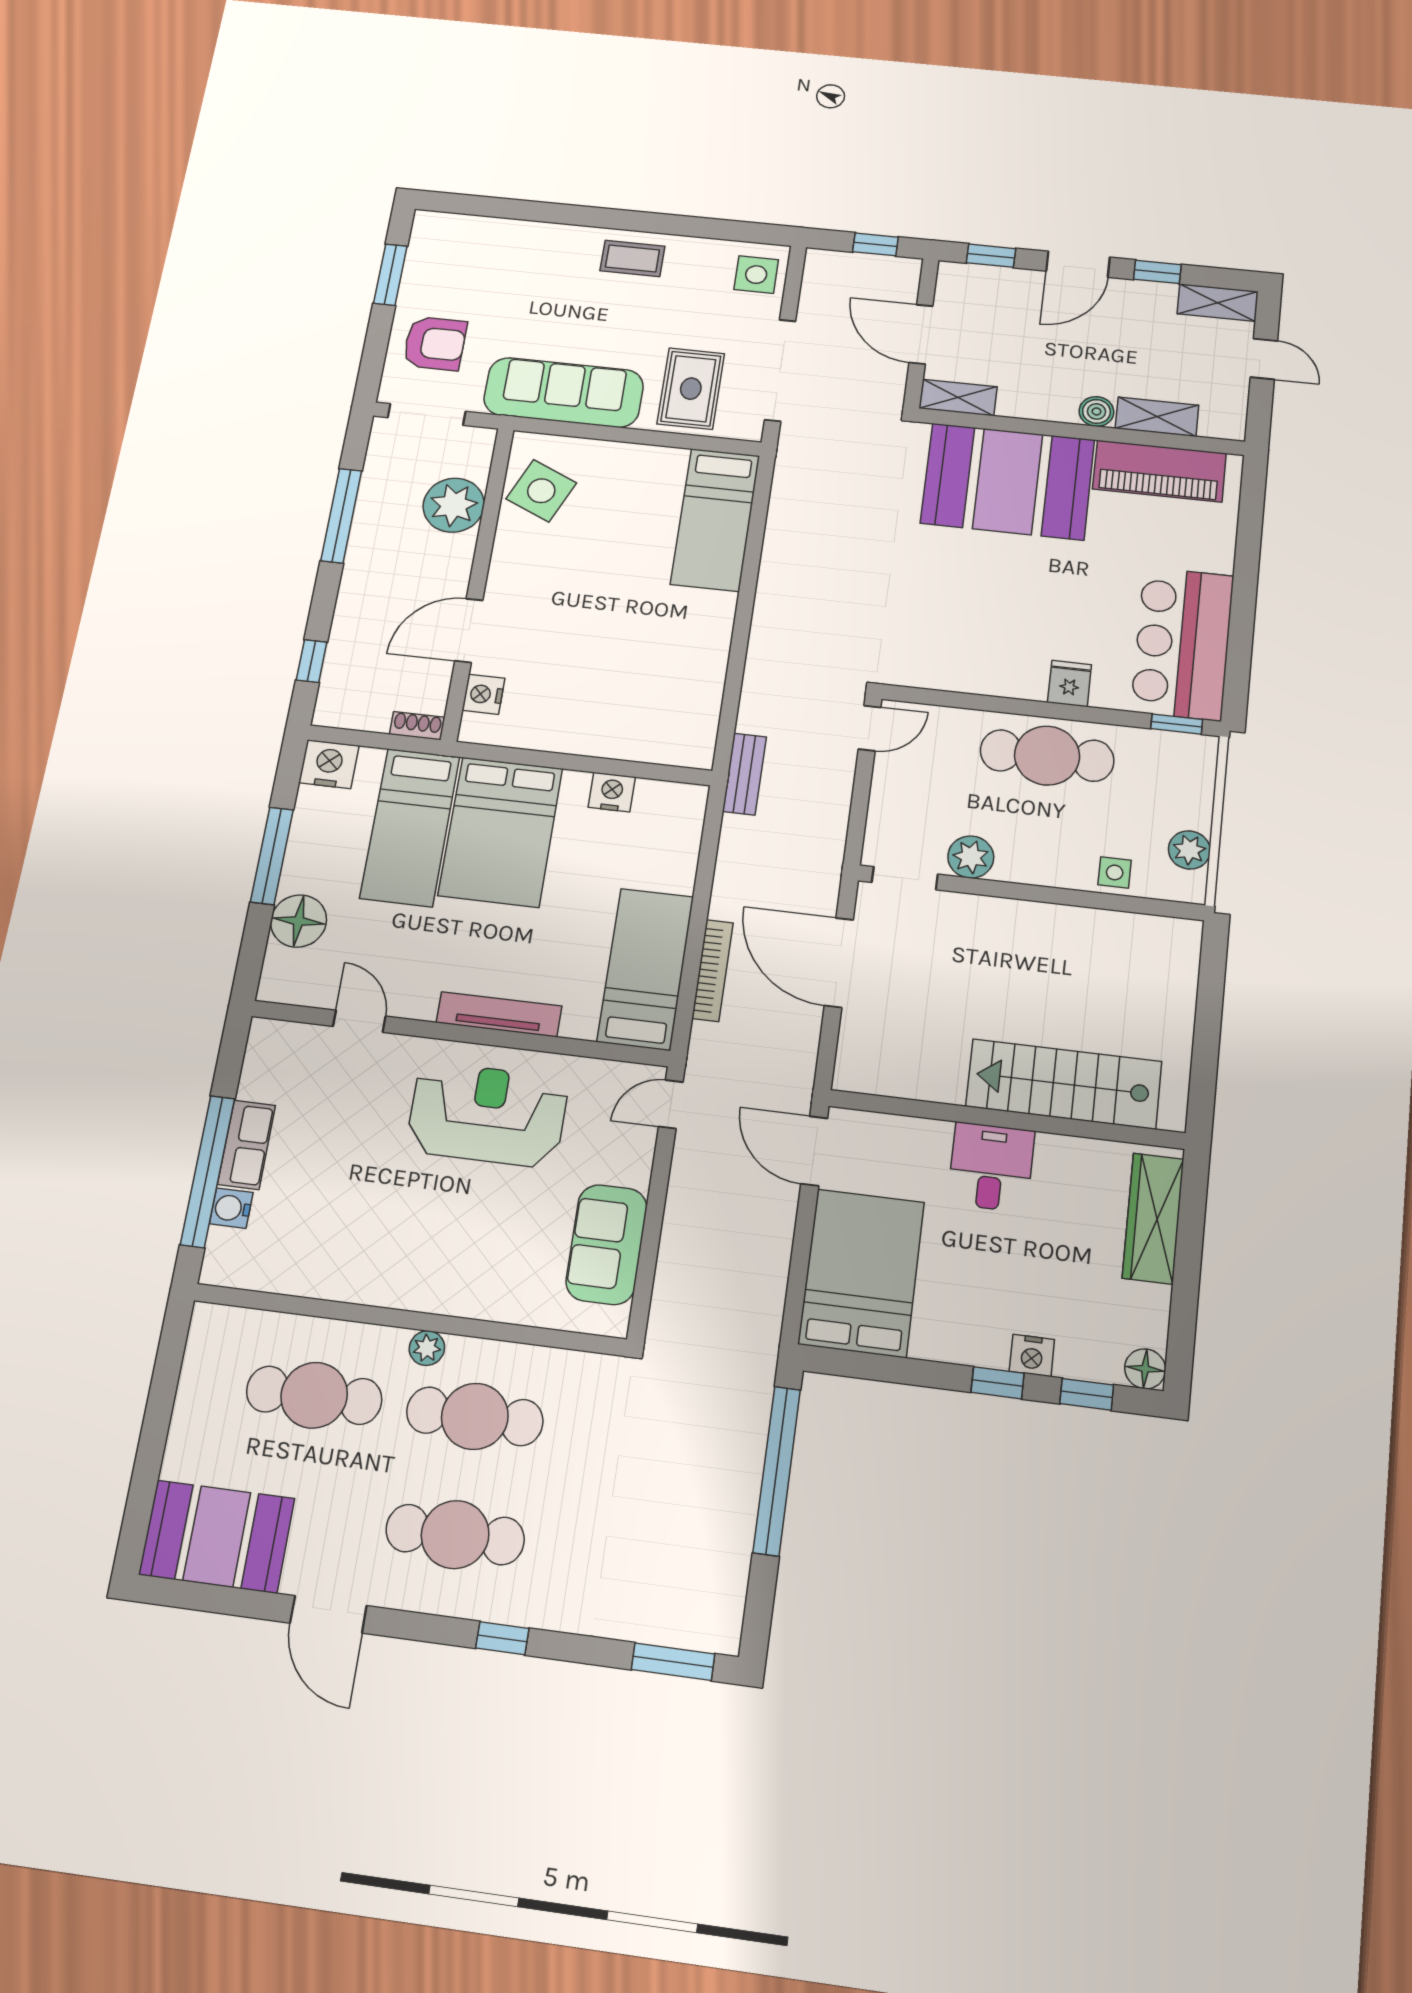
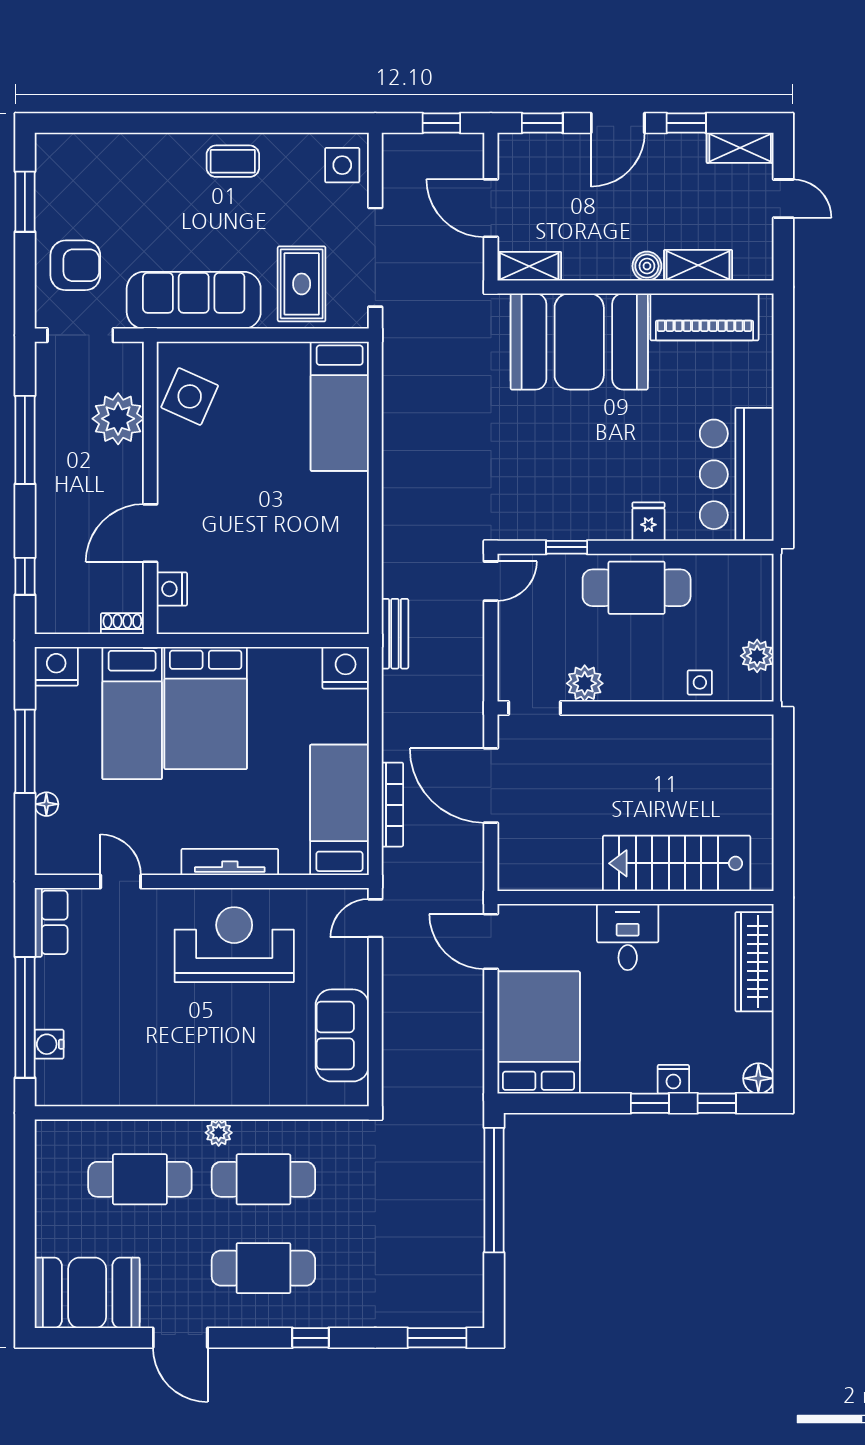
window: (1177, 724) -> (567, 547), moved
nightstand: (612, 792) -> (346, 668), moved, width x1.36, depth x1.33
floor lamp: (299, 921) -> (46, 804), width x0.53, depth x0.53
row of seats: (246, 1145) -> (51, 922), moved

